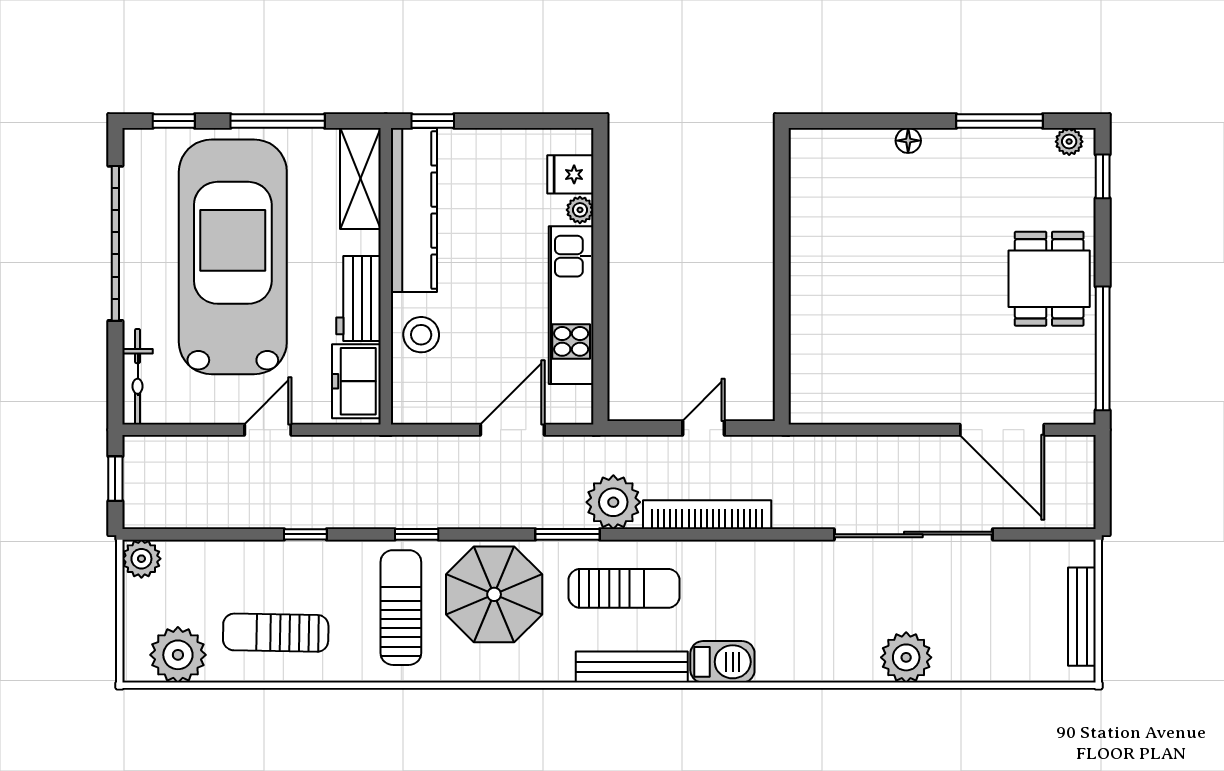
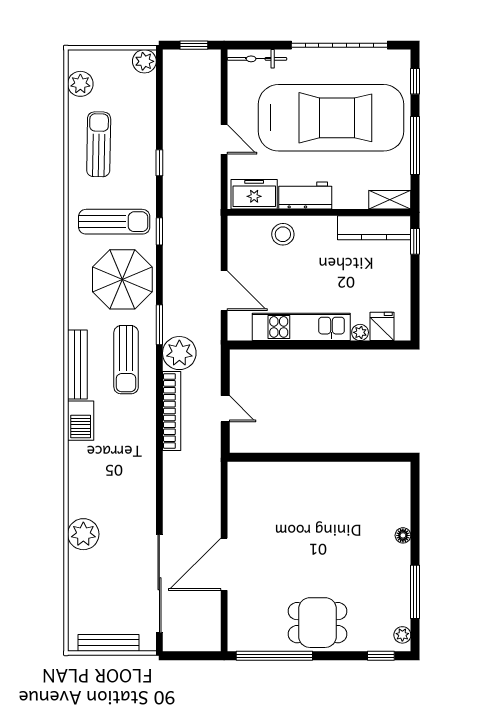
shelving: (360, 179) -> (390, 200), width x0.67, depth x0.75
kitchen counter: (414, 210) -> (374, 228), width x0.72, depth x0.86
door: (1002, 430) -> (224, 564), moved
sliding door: (913, 534) -> (159, 584), moved
plant: (178, 655) -> (80, 84), width x0.73, depth x0.73

